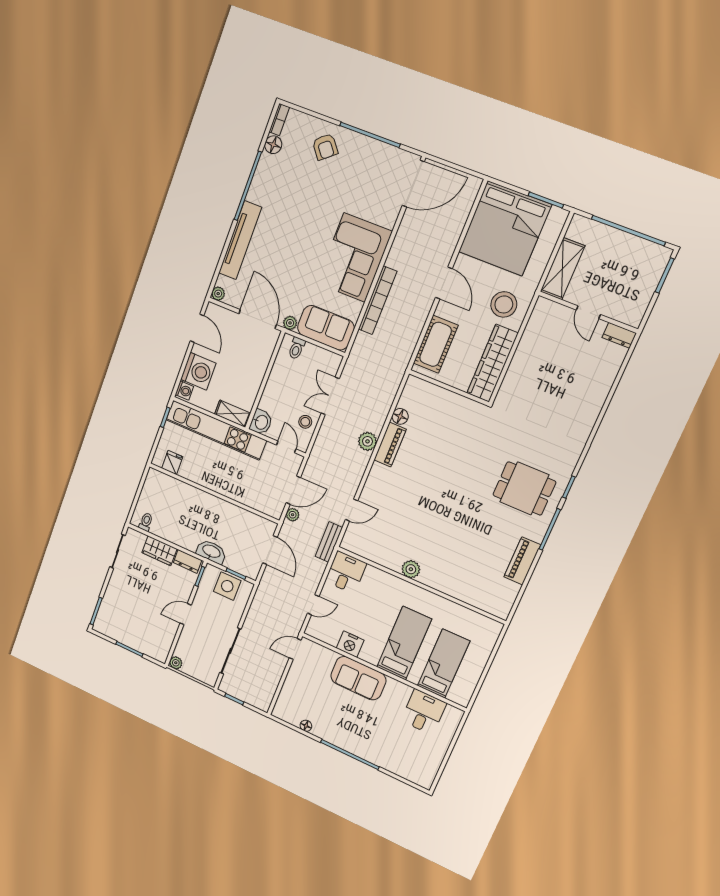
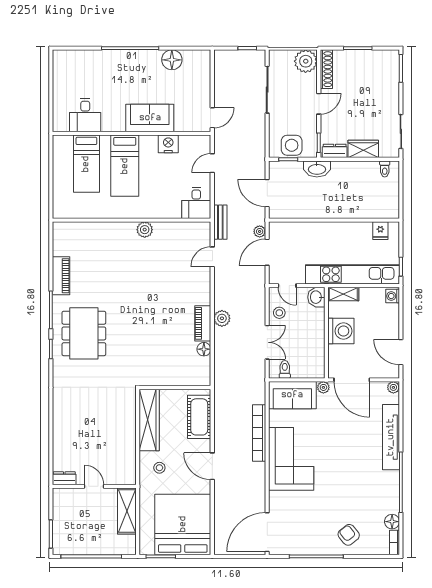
stool: (504, 304) -> (159, 468), width x0.53, depth x0.53
toilet: (297, 348) -> (285, 369), moved
washing machine: (198, 371) -> (341, 331), moved, turned 180
dining table: (524, 488) -> (84, 333), width x1.38
shoe rack: (166, 643) -> (326, 69), added
plant: (176, 663) -> (306, 61), width x1.88, depth x1.88
floor lamp: (306, 726) -> (172, 60), width x1.89, depth x1.89

